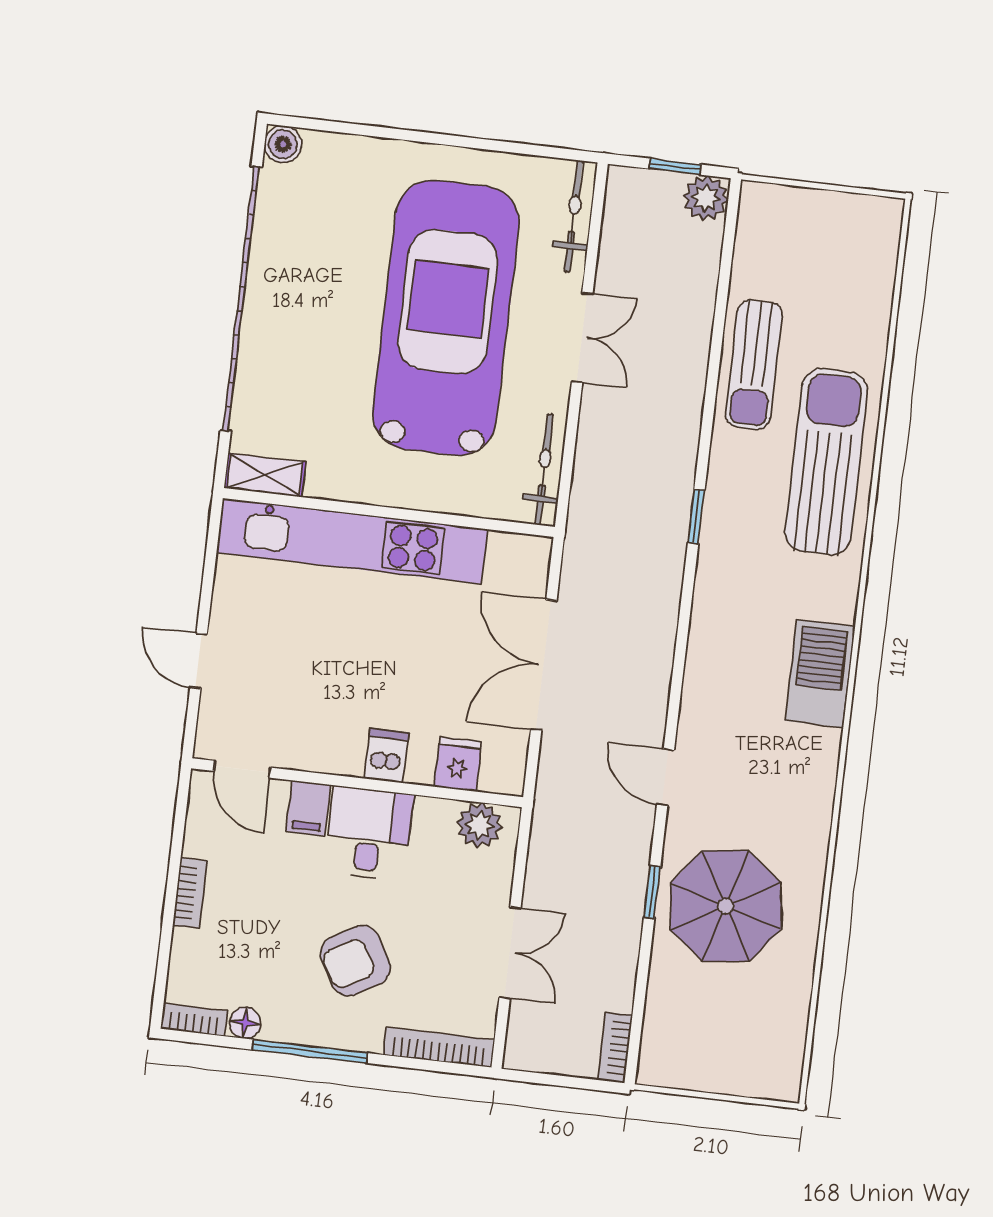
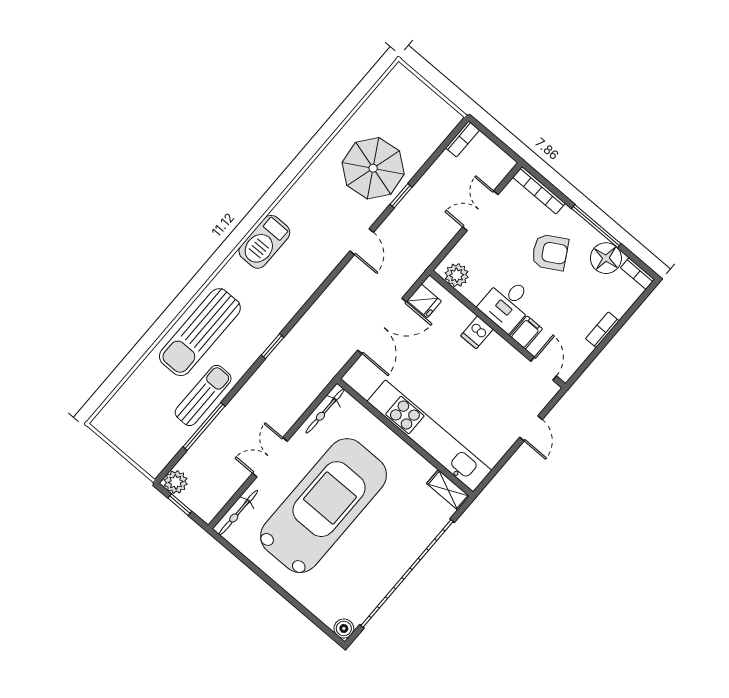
window: (720, 316) -> (204, 427), added
car: (446, 318) -> (323, 506), turned 180
fridge: (458, 764) -> (424, 301), moved, turned -90
floor lamp: (245, 1023) -> (606, 258), width x1.89, depth x1.89

